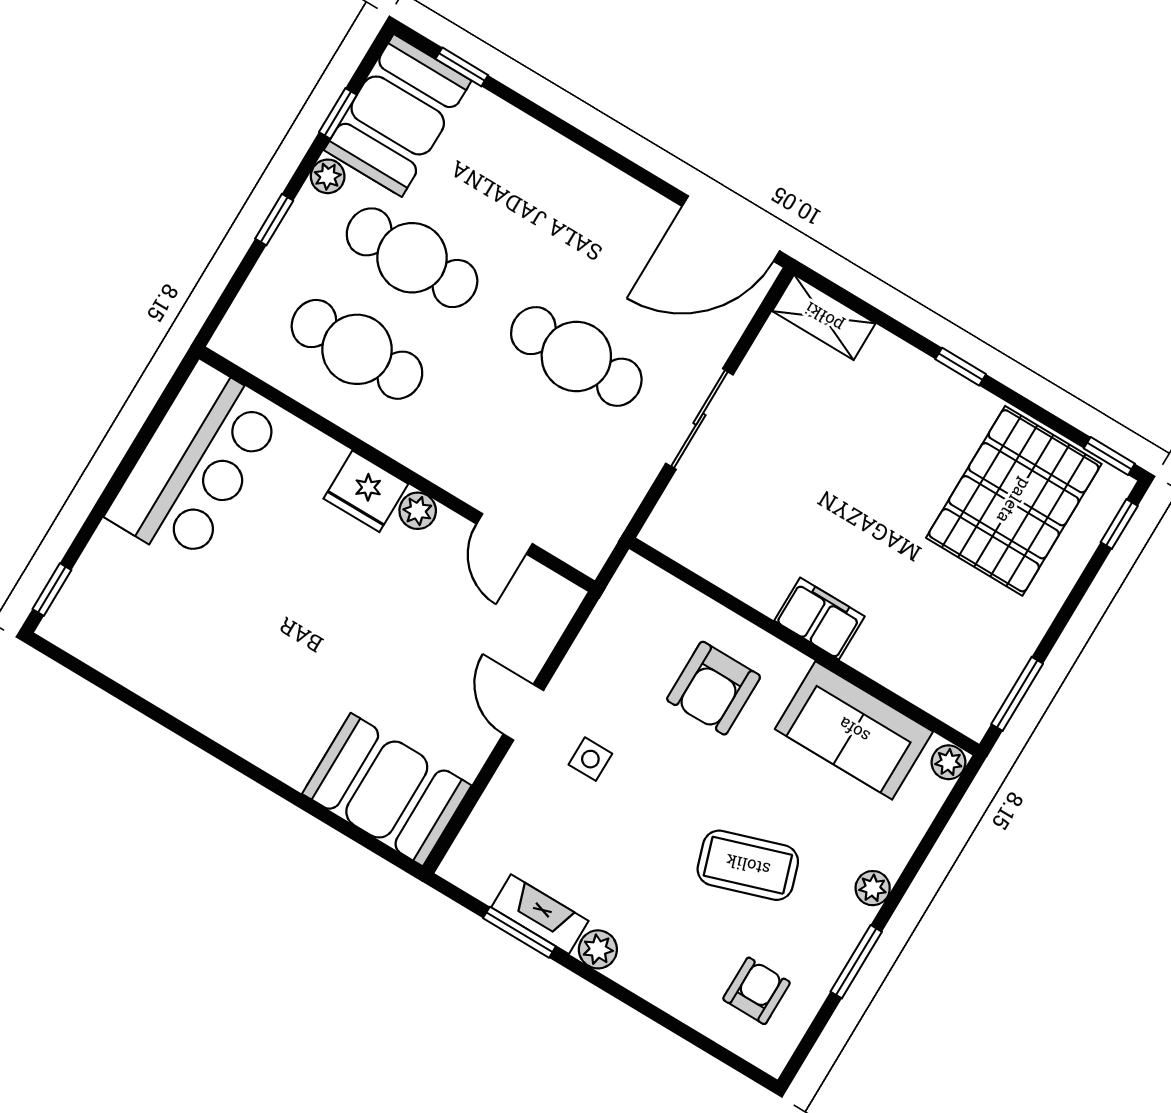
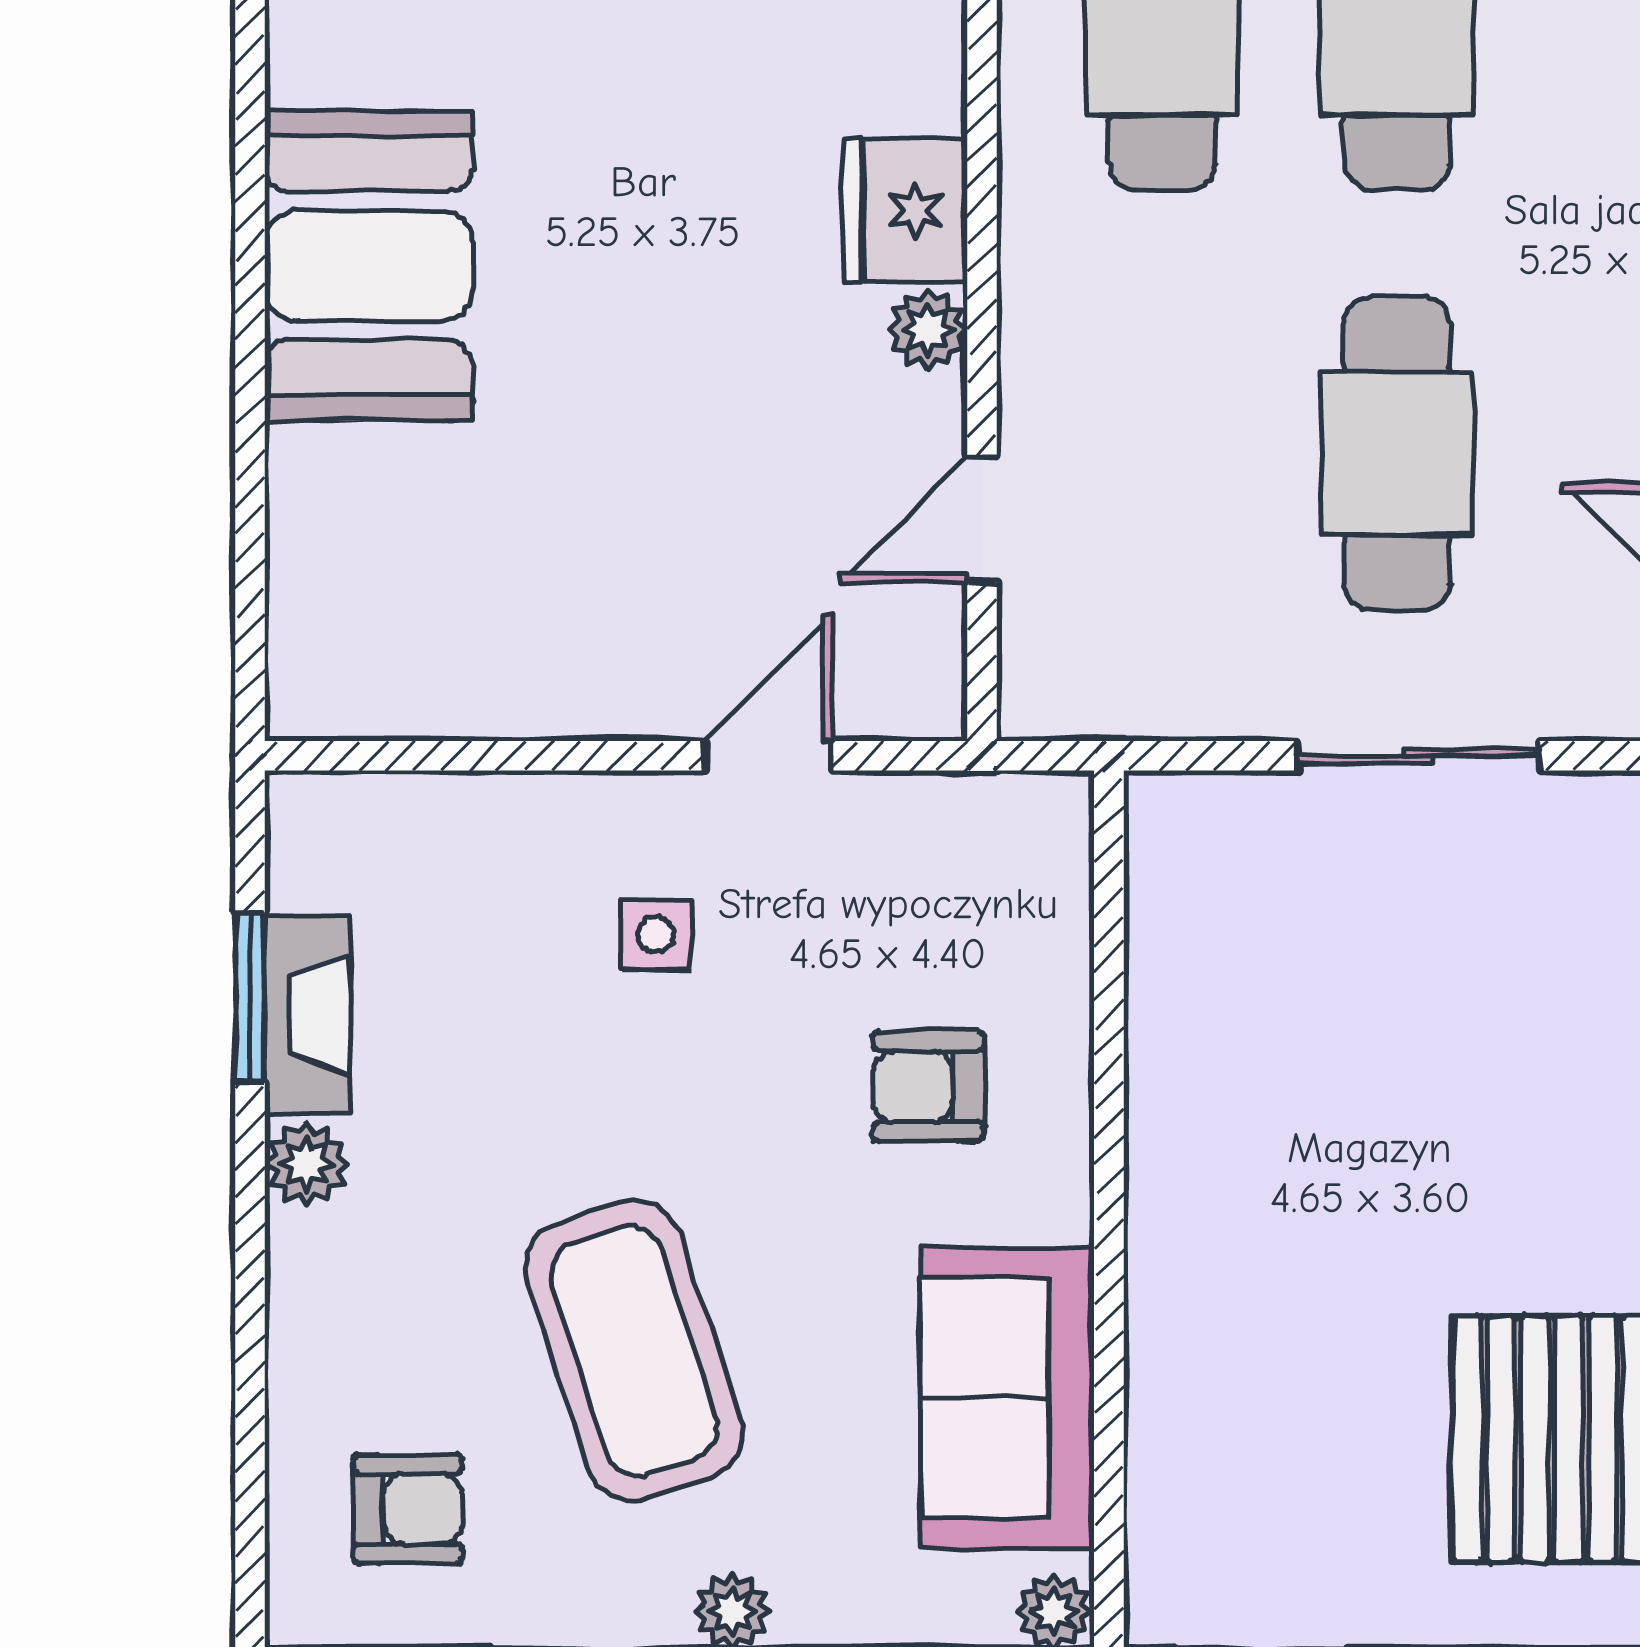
filing cabinet: (819, 618) -> (1179, 1207), removed
armchair: (714, 688) -> (928, 1086), width x0.72, depth x0.72
door: (523, 712) -> (768, 756), moved
booth: (387, 790) -> (368, 266), moved
coffee table: (748, 865) -> (634, 1351), width x1.36, depth x1.32

